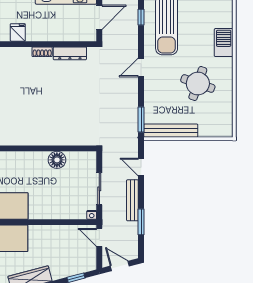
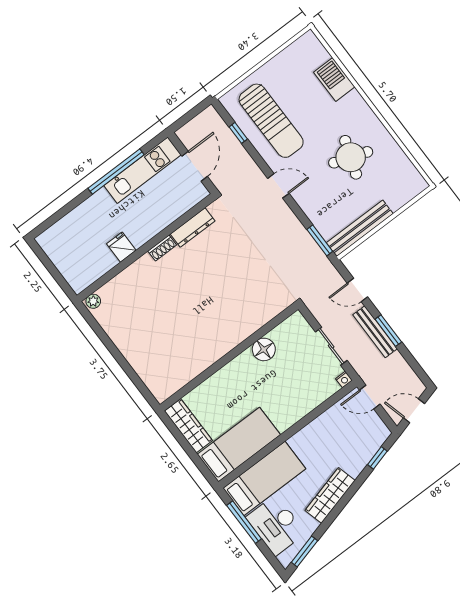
barbecue: (224, 43) -> (334, 80), moved
door: (141, 68) -> (278, 186), swing flipped
window: (141, 222) -> (388, 331), moved

